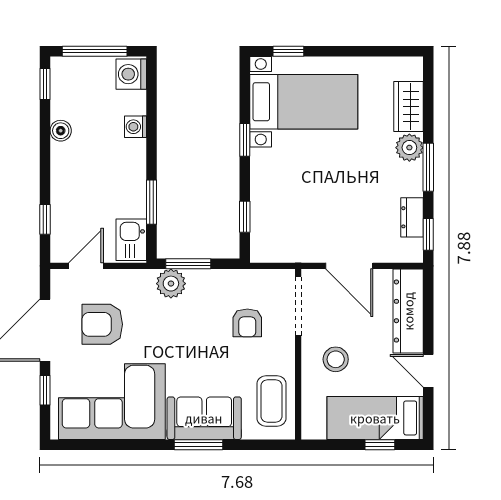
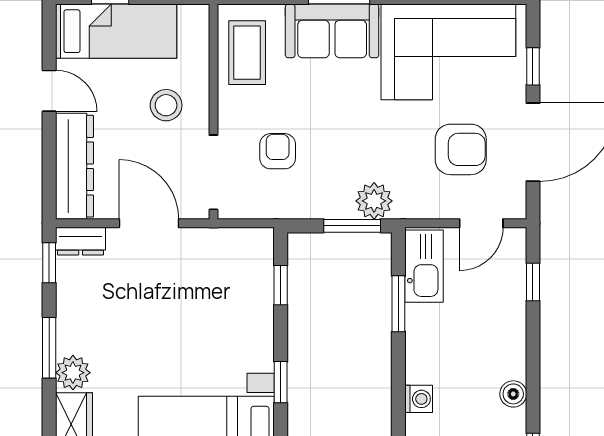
dresser: (412, 217) -> (81, 241), moved, turned 90
kitchen sink: (131, 240) -> (424, 266), width x1.38

